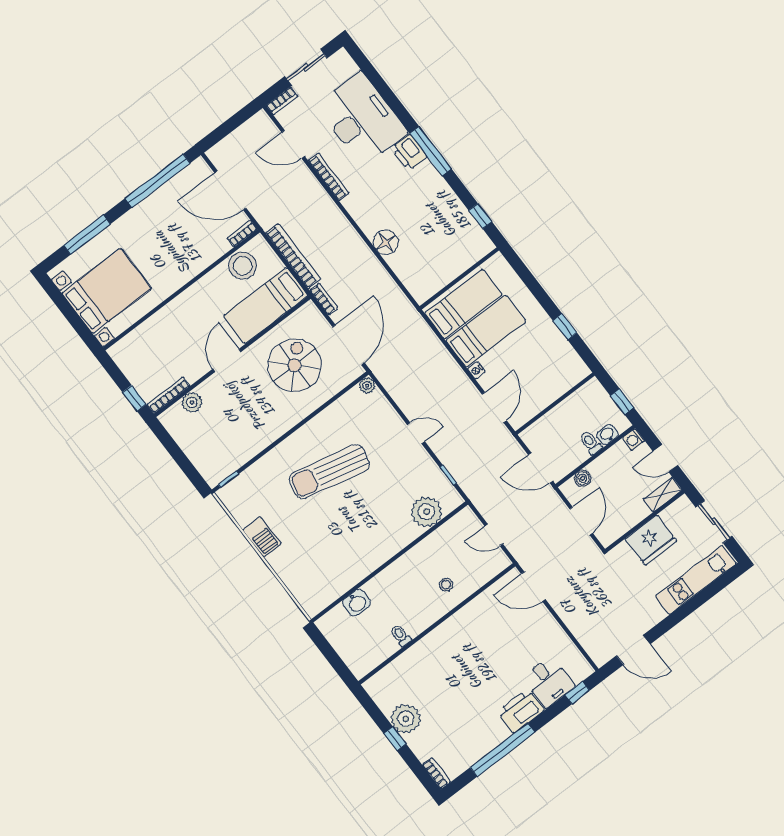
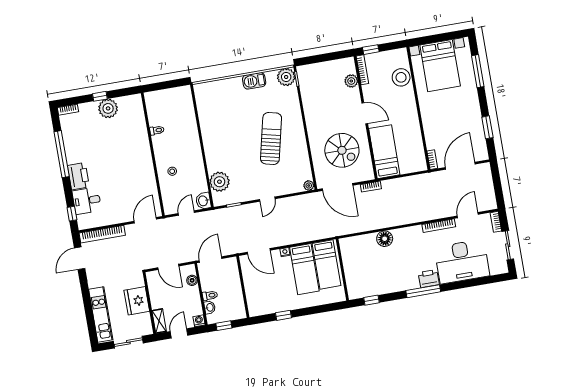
window: (158, 181) -> (487, 127), width x0.47
bookcase: (293, 256) -> (102, 234), moved
stool: (243, 266) -> (401, 77), moved
plant: (234, 495) -> (286, 77), added
washbasin: (357, 603) -> (203, 201), moved

